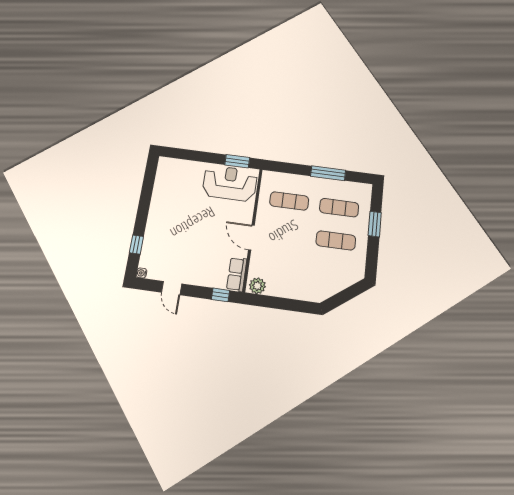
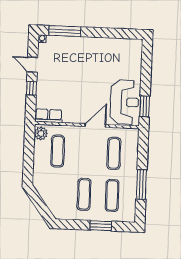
door: (251, 238) -> (95, 125), moved
window: (136, 245) -> (65, 31), width x2.17
exercise mat: (281, 267) -> (58, 151), added
door: (172, 288) -> (32, 65), hinge flipped
window: (221, 295) -> (31, 88), moved

